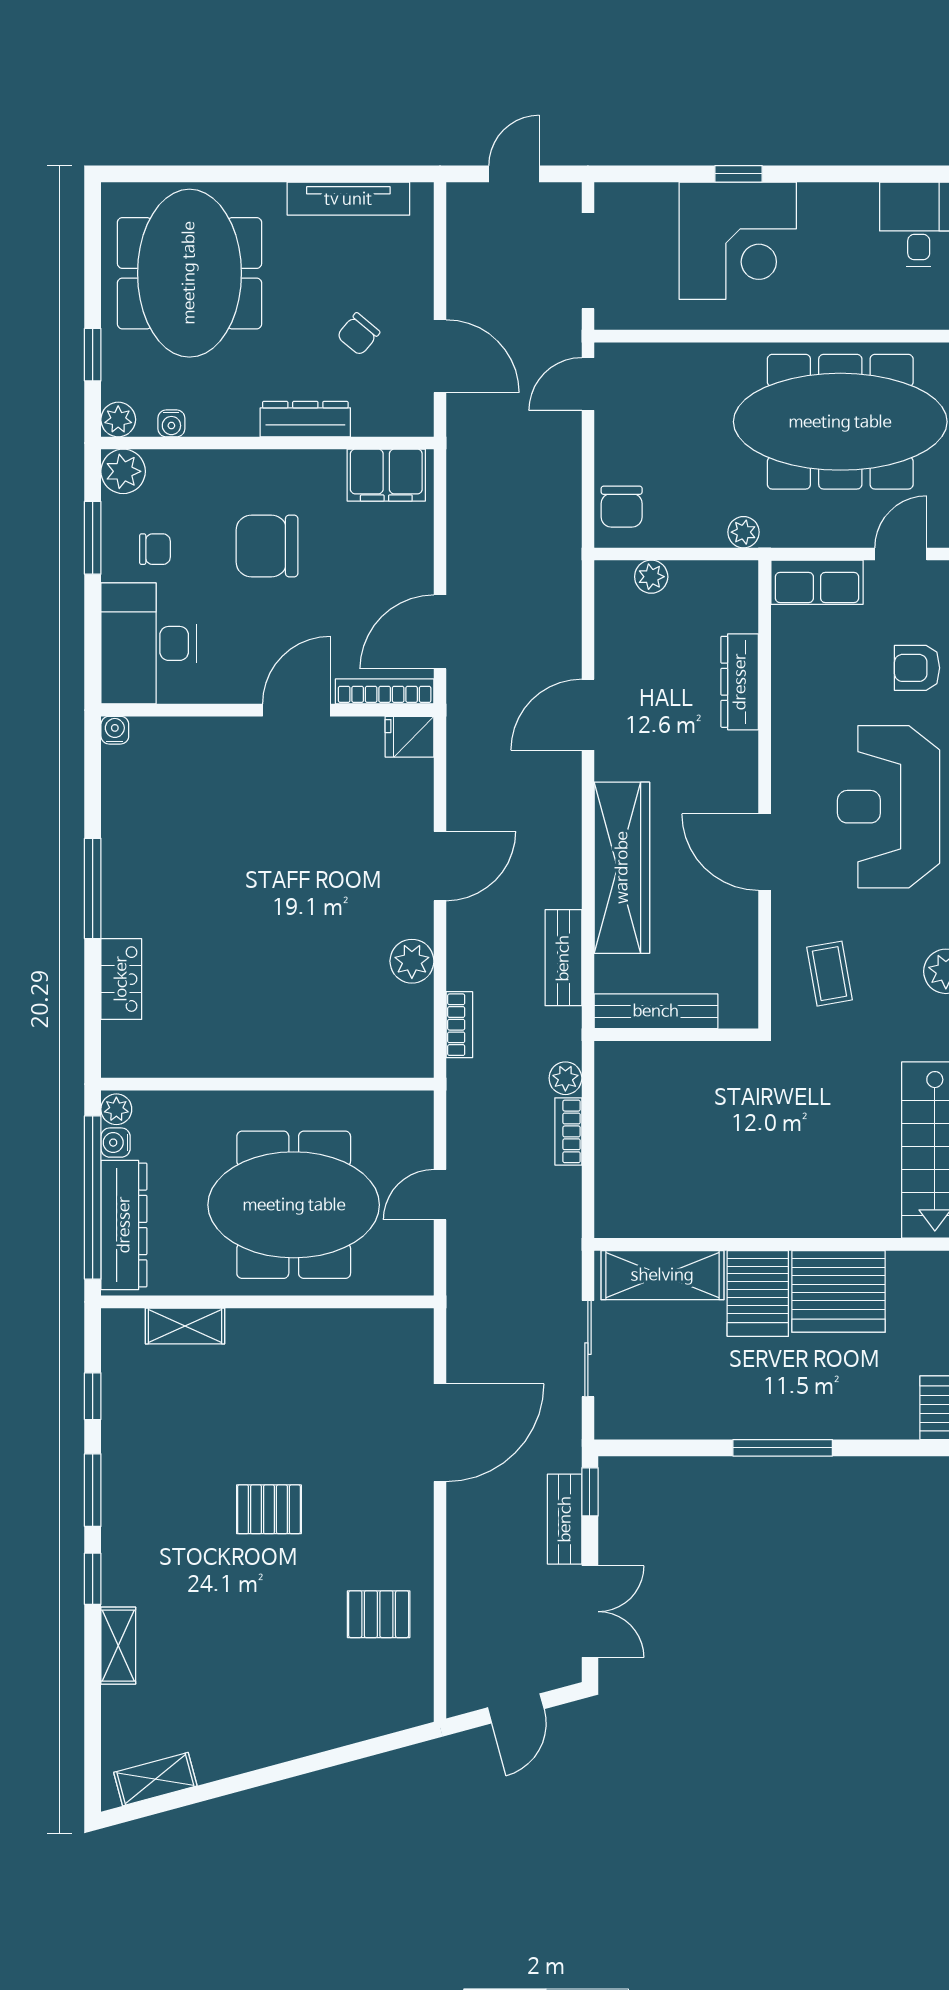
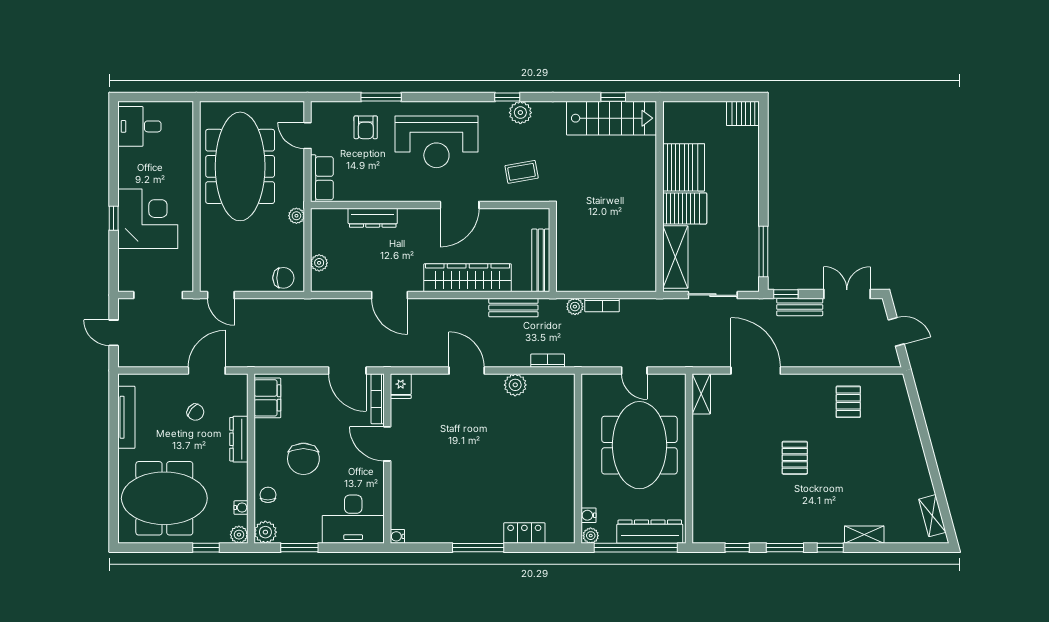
chair: (155, 549) -> (268, 495), moved
water cooler: (116, 1143) -> (588, 515), moved, turned 90
shelving: (185, 1326) -> (701, 394), moved
window: (783, 1448) -> (763, 252), moved

